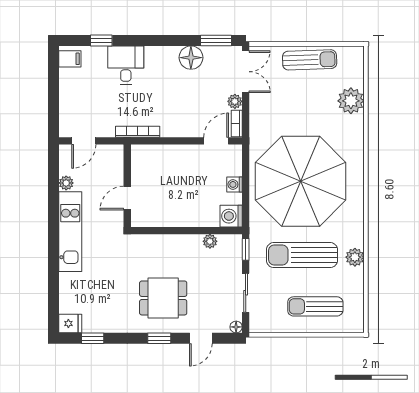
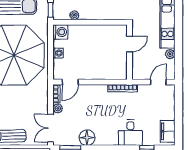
filing cabinet: (70, 59) -> (168, 131), width x2.00

